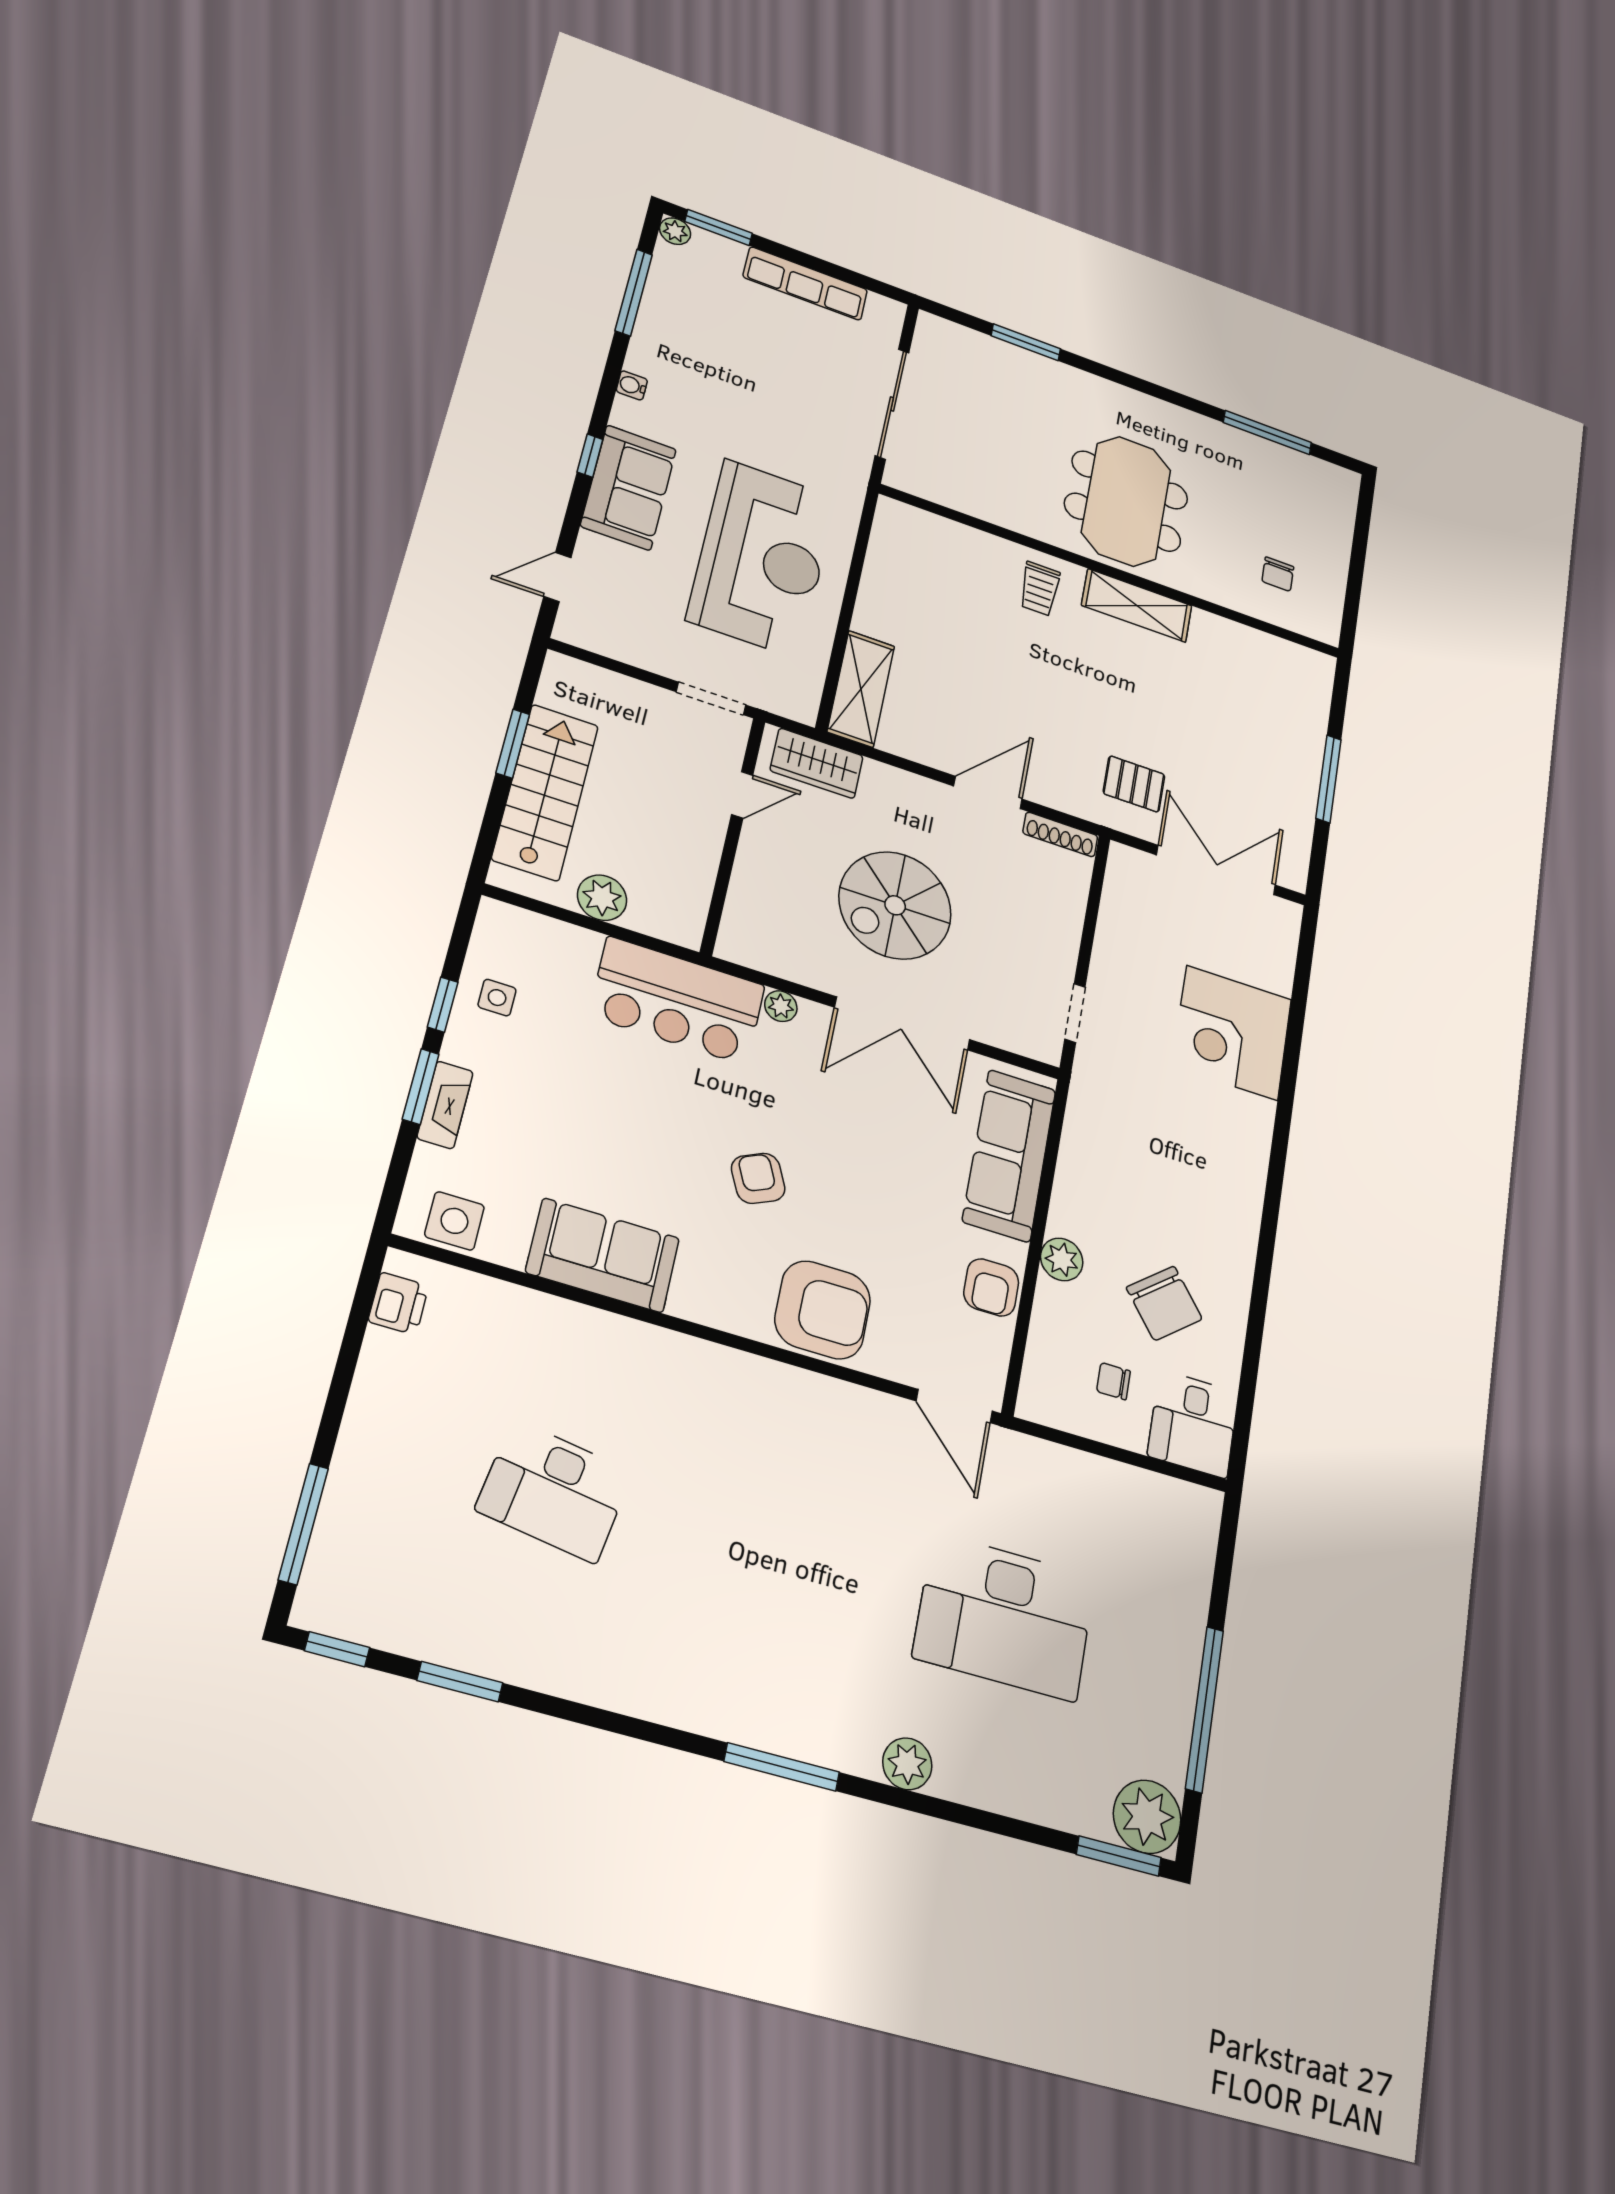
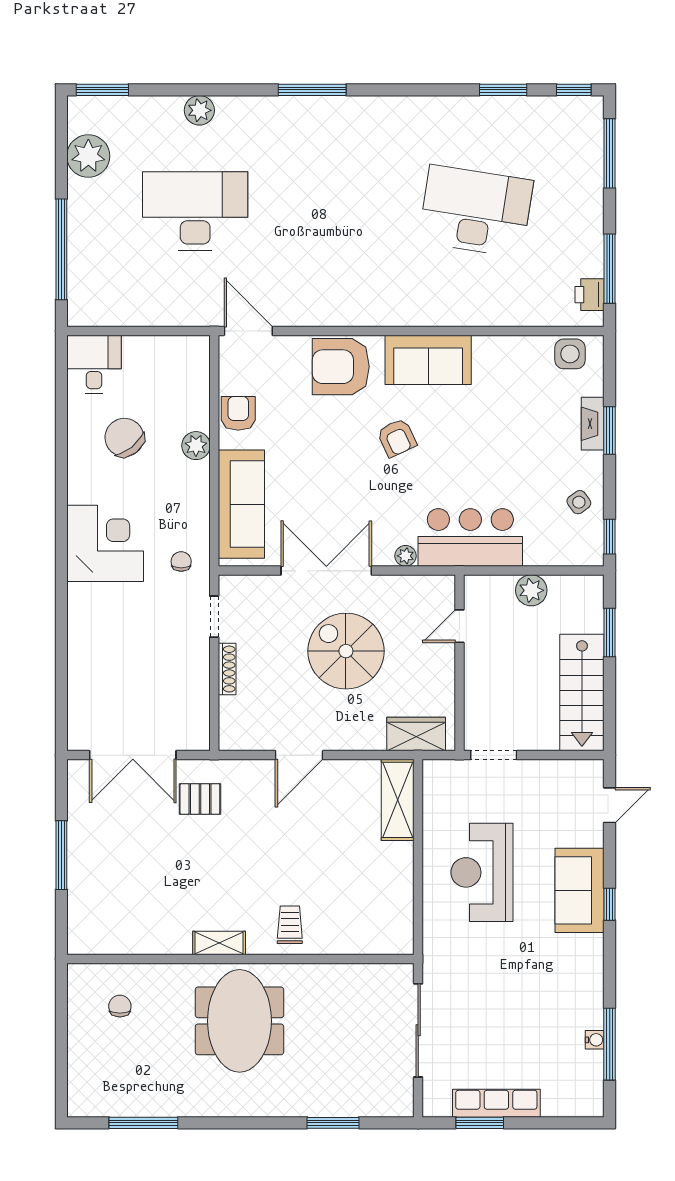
window: (719, 227) -> (480, 1123), moved
plant: (675, 231) -> (593, 1106), removed
water cooler: (632, 385) -> (595, 1040), moved
reception desk: (762, 558) -> (482, 872), width x0.74, depth x0.77
shelving: (1137, 605) -> (219, 943), width x0.67, depth x0.75
window: (513, 744) -> (610, 633), moved
stairs: (545, 792) -> (582, 693), moved
door: (742, 795) -> (459, 626), moved
shoe rack: (1060, 834) -> (227, 669), moved, turned 90
spiral stairs: (895, 905) -> (346, 651), turned -90
side table: (497, 998) -> (579, 502), turned -36
window: (443, 1005) -> (610, 537), moved
corner desk: (1232, 1033) -> (105, 543), moved
sofa: (603, 1255) -> (428, 360), moved
window: (354, 1335) -> (610, 269), added
chair: (1113, 1381) -> (181, 561), moved, turned -90
desk: (554, 1491) -> (476, 211), width x1.36, depth x1.30
window: (1205, 1709) -> (61, 249), moved
plant: (907, 1764) -> (199, 110), moved
plant: (1147, 1817) -> (88, 156), moved

